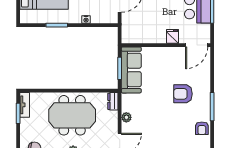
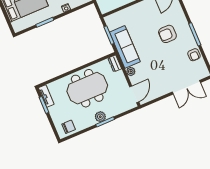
sofa: (131, 70) -> (125, 47), moved

